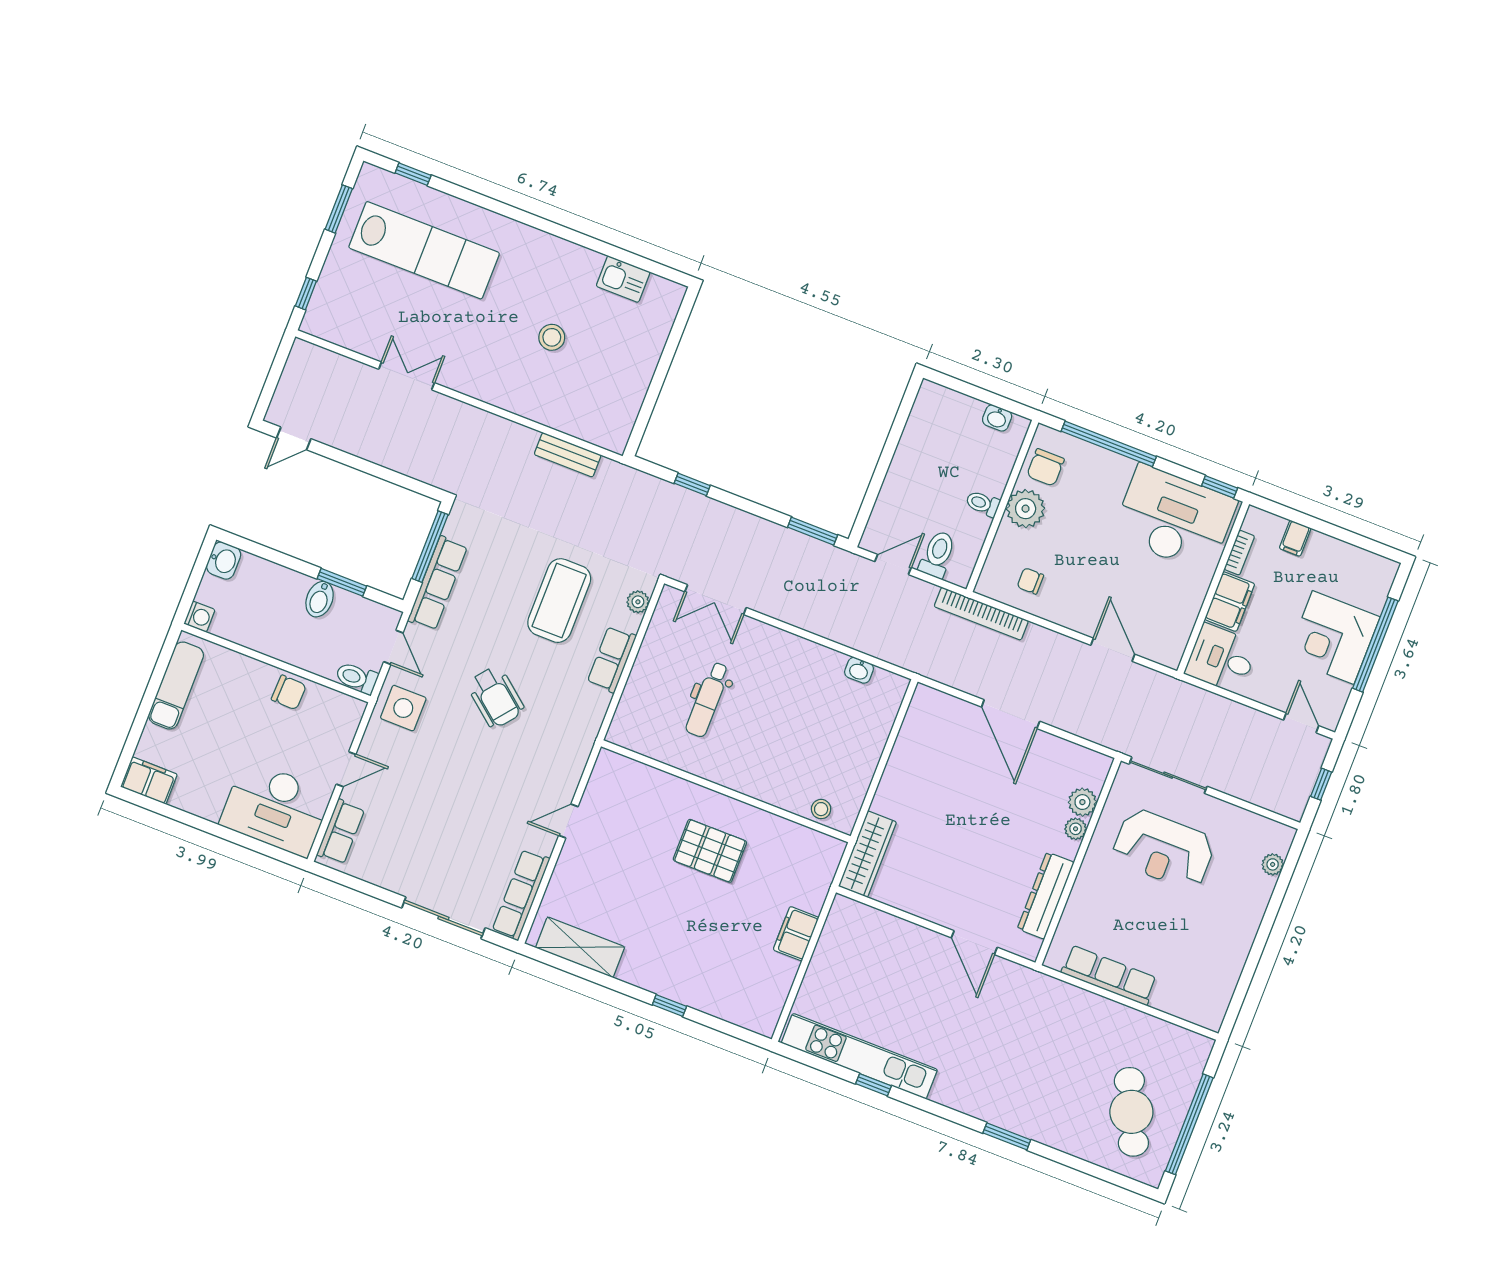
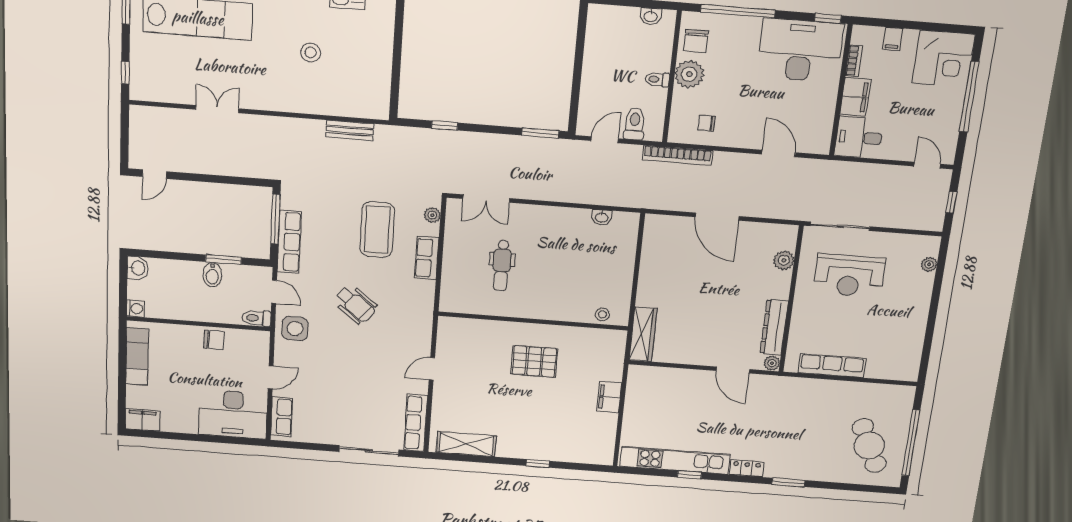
corner desk: (1333, 638) -> (943, 59), moved, turned -90
plant: (1076, 829) -> (772, 363), moved
locker: (955, 1098) -> (747, 468), added

